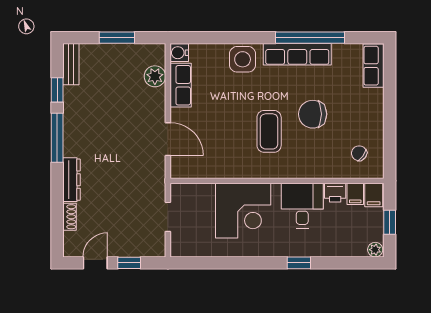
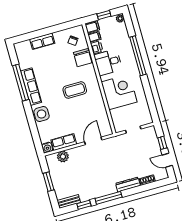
row of seats: (374, 66) -> (42, 41), moved
chair: (313, 114) -> (83, 58), moved
window: (299, 263) -> (138, 56), width x3.17

